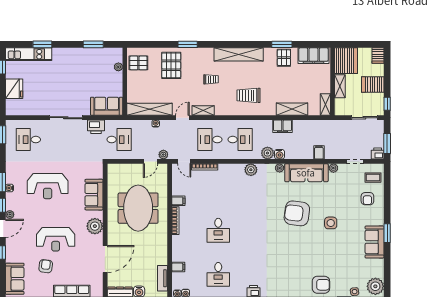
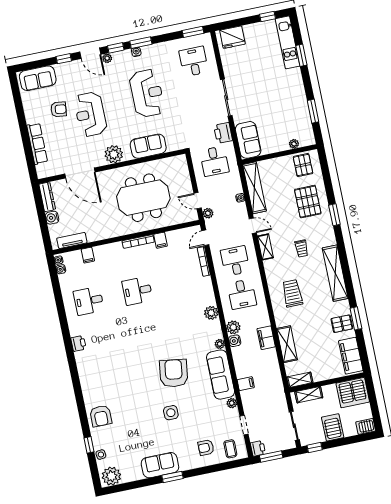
pallet: (171, 65) -> (308, 202), turned 90
shelving: (340, 86) -> (309, 395), moved
fridge: (14, 89) -> (232, 37), moved
reception desk: (48, 186) -> (147, 93), turned 180

